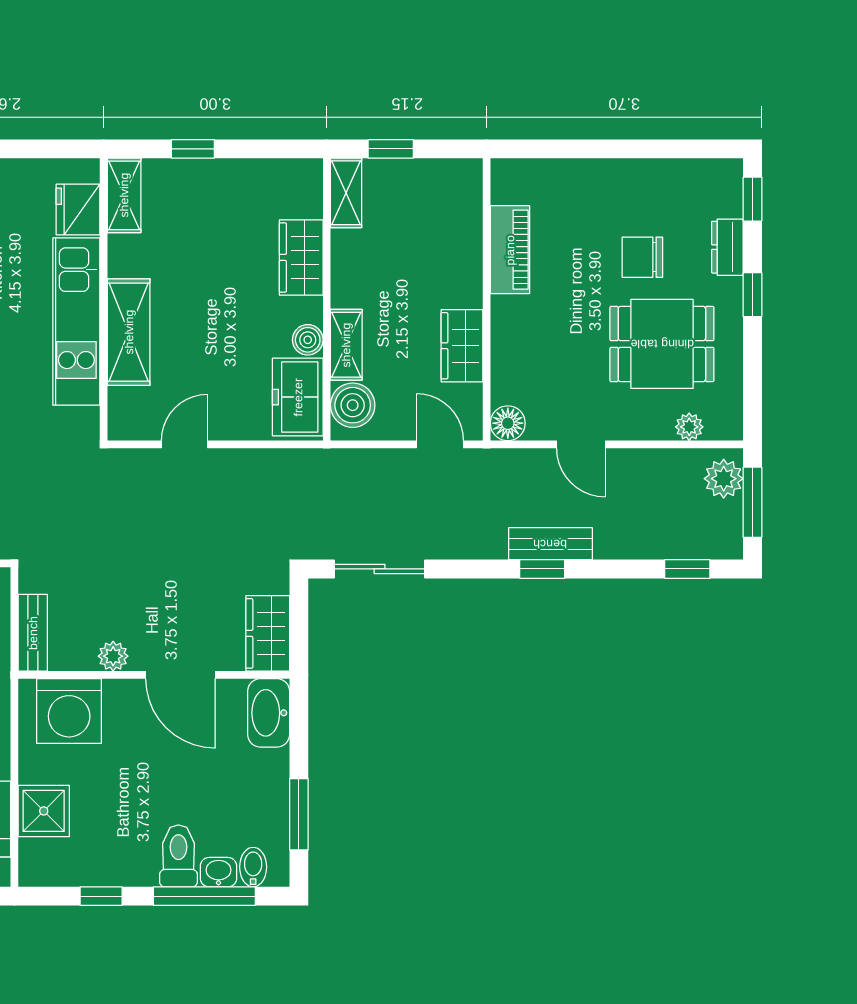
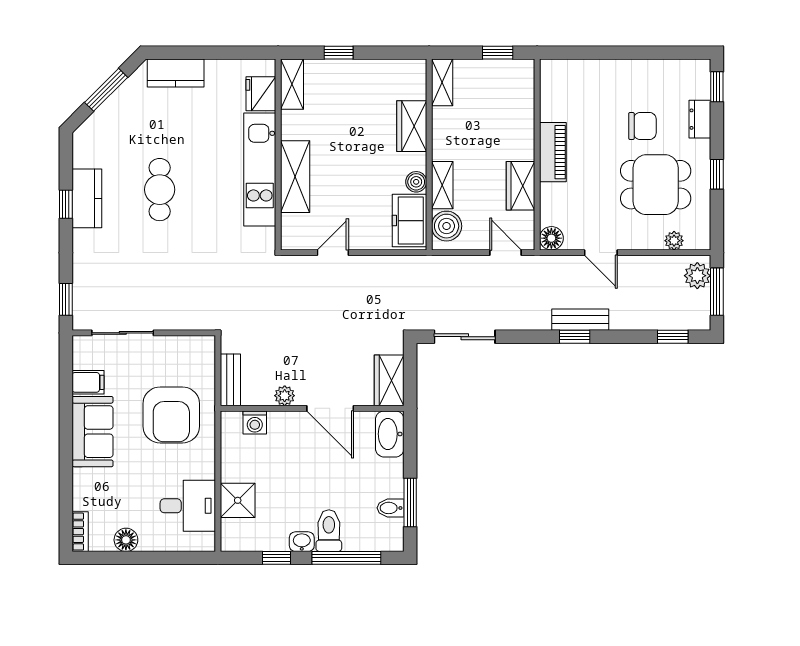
window: (391, 149) -> (498, 53), moved
piano: (510, 250) -> (553, 152), moved
chair: (642, 257) -> (642, 126), turned 180
window: (752, 295) -> (717, 174), moved
washing machine: (69, 711) -> (255, 422), width x0.53, depth x0.53
bidet: (253, 867) -> (391, 508), moved, turned -90
washbasin: (218, 872) -> (302, 542), moved

